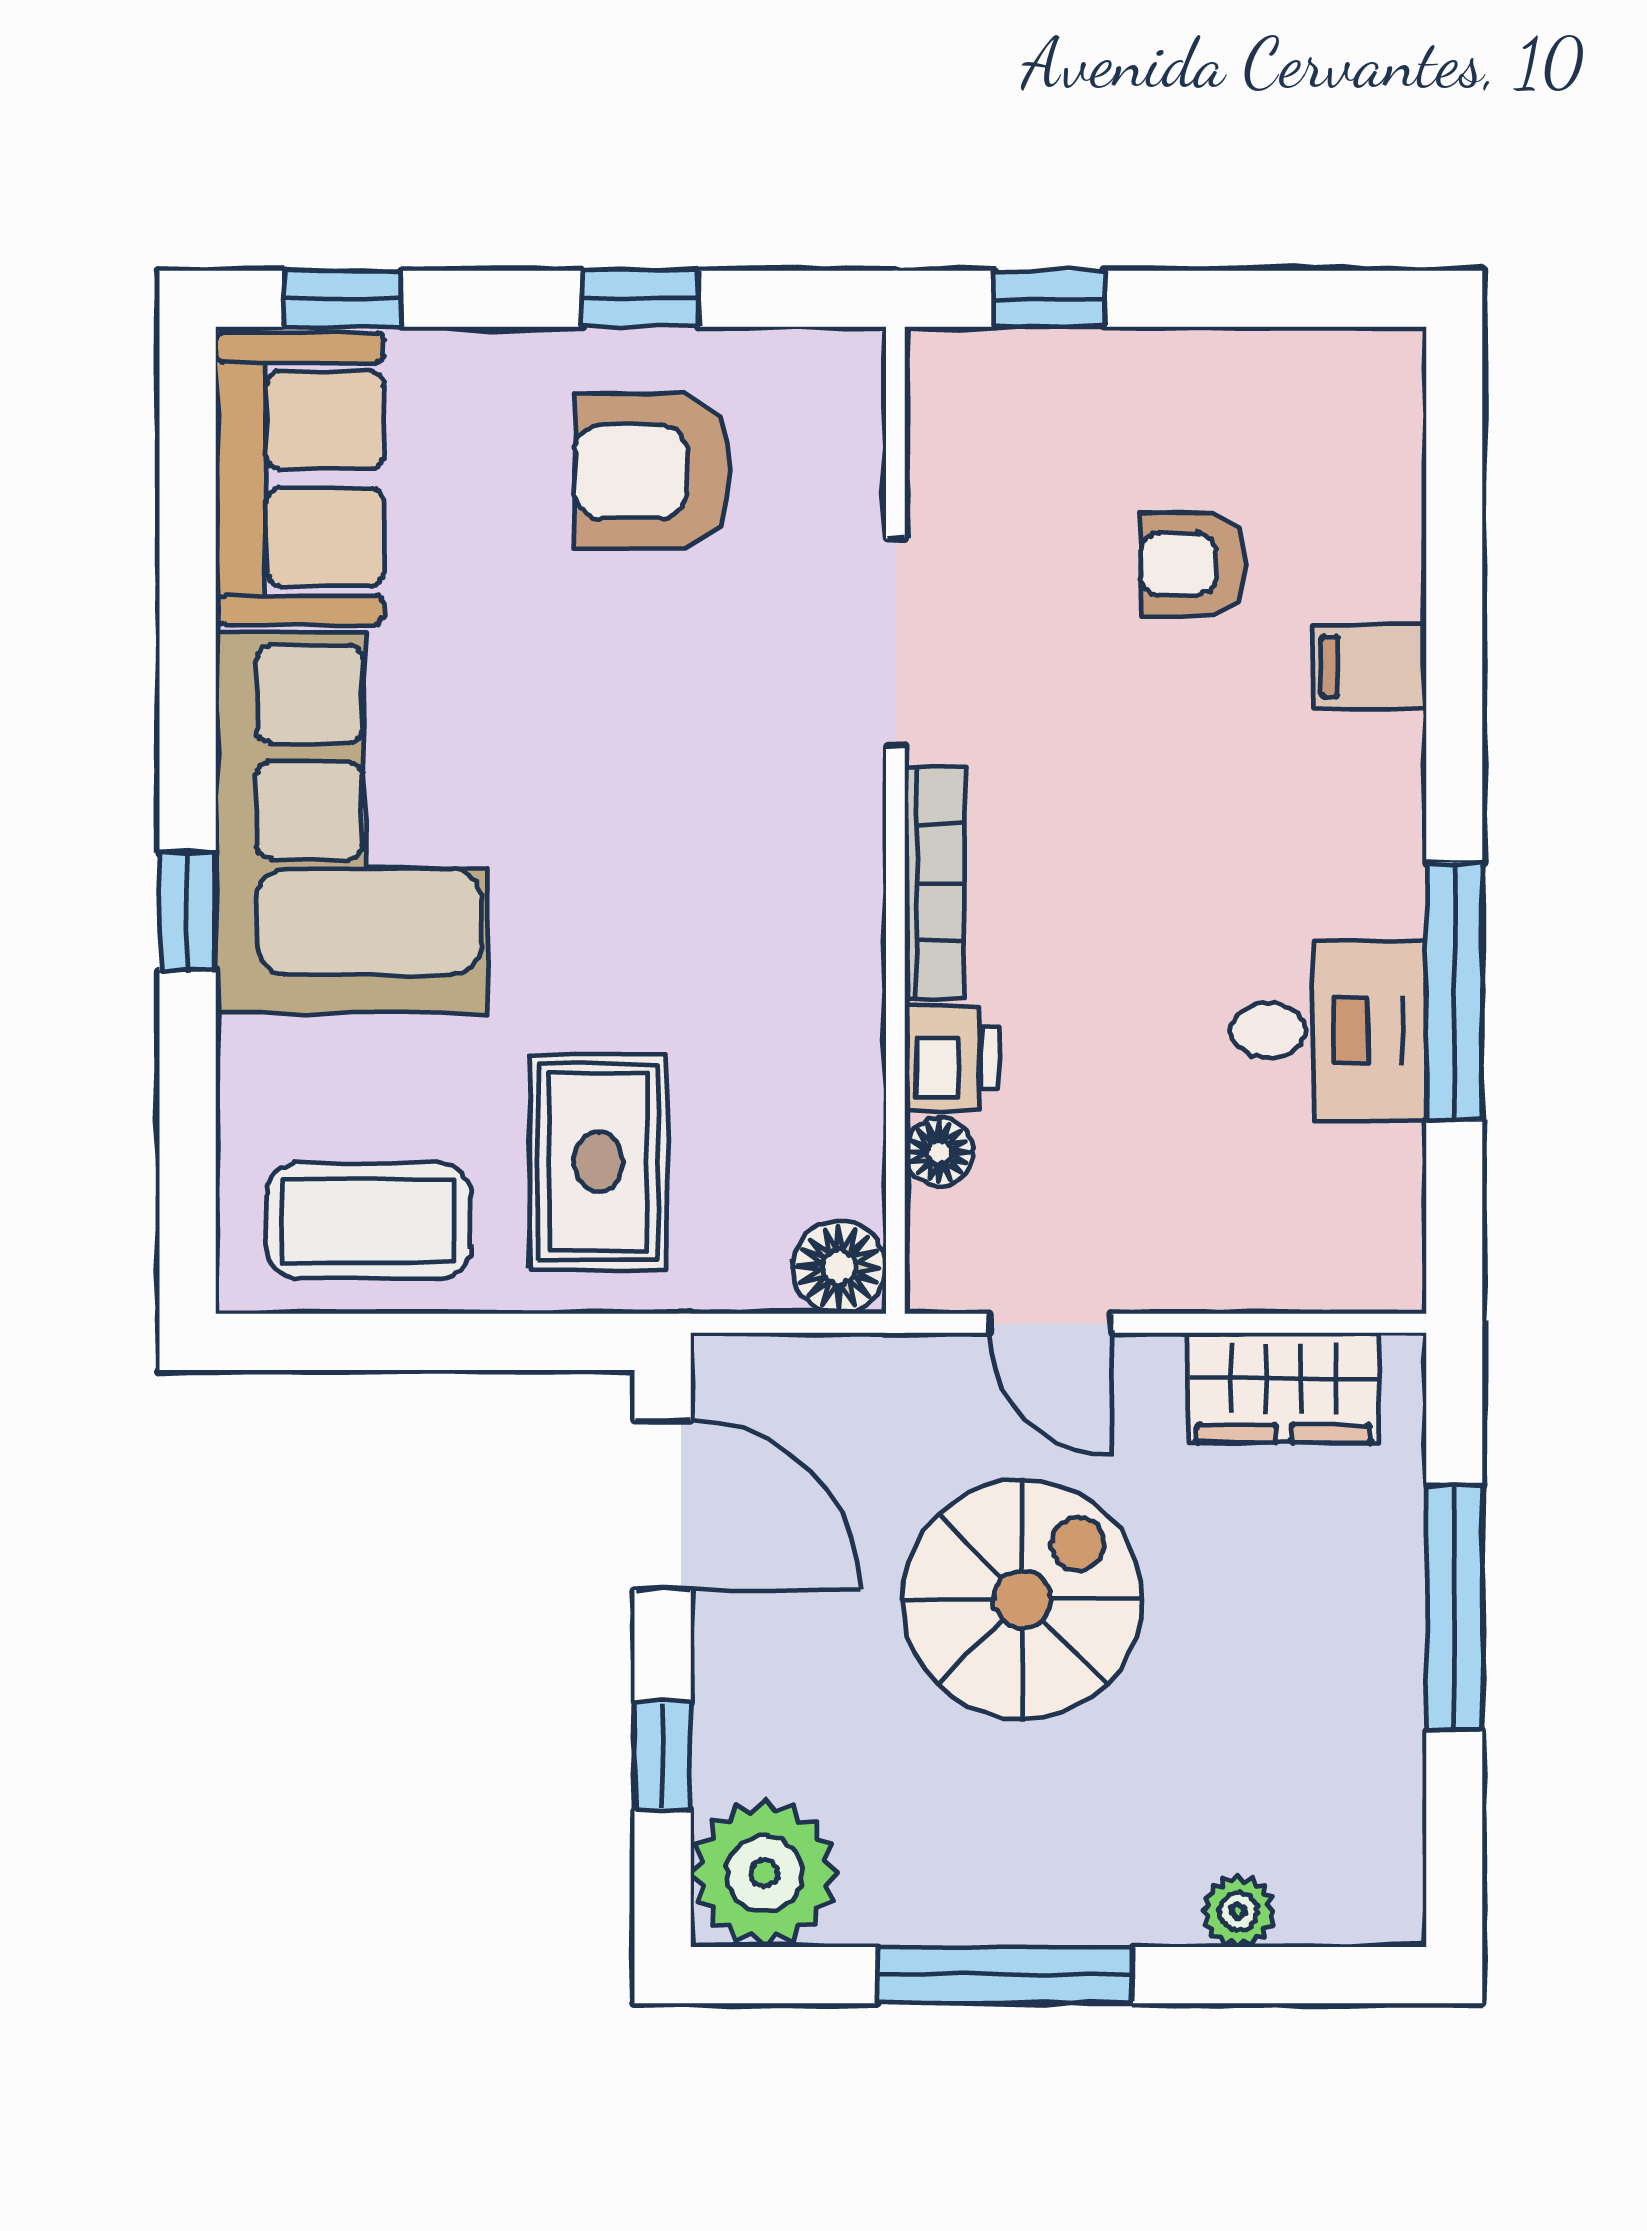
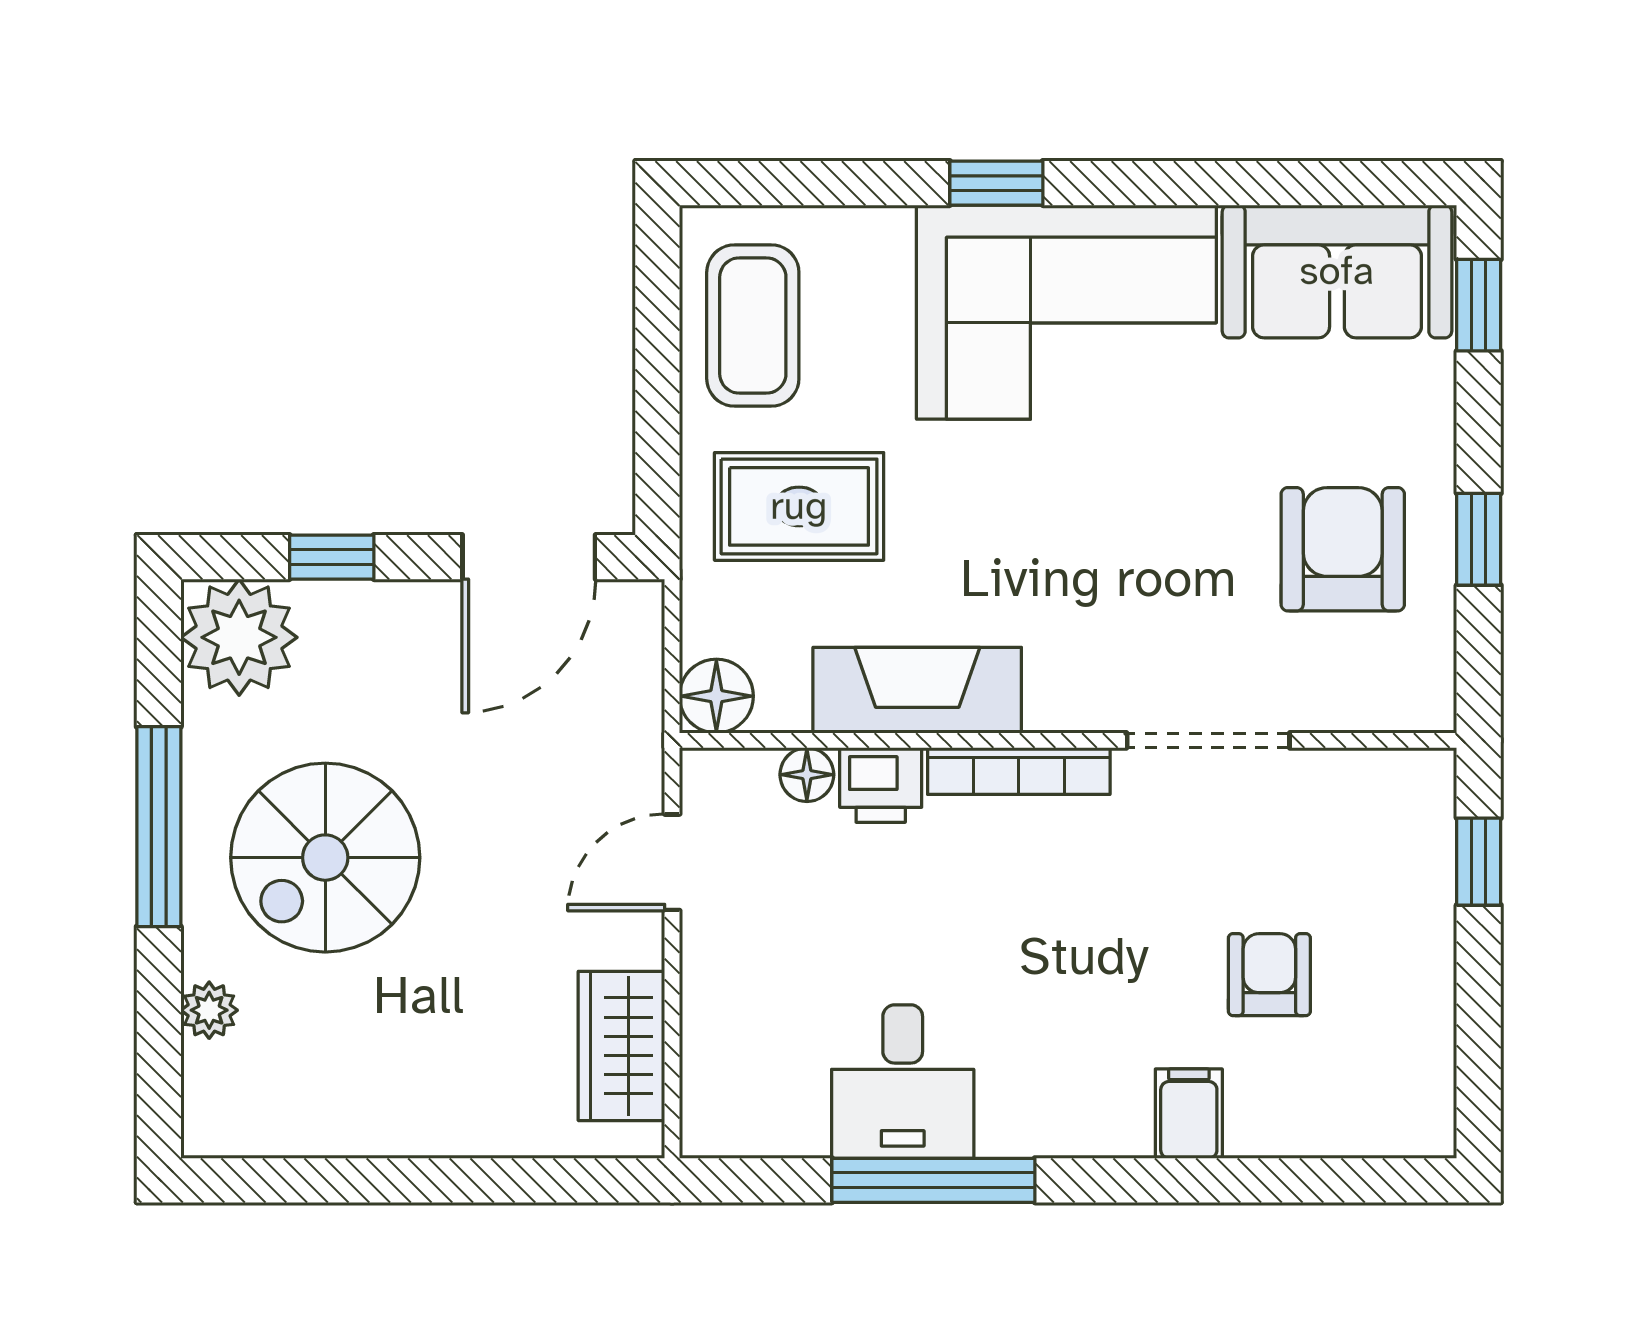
fireplace: (832, 1012) -> (917, 690), added
spiral stairs: (1022, 1599) -> (325, 858), moved, turned 90
window: (1454, 1607) -> (448, 1180), removed

